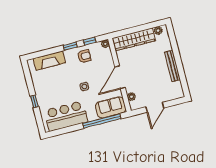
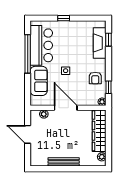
window: (70, 46) -> (109, 40), moved
sofa: (111, 107) -> (39, 81), moved
window: (102, 121) -> (28, 54), moved

